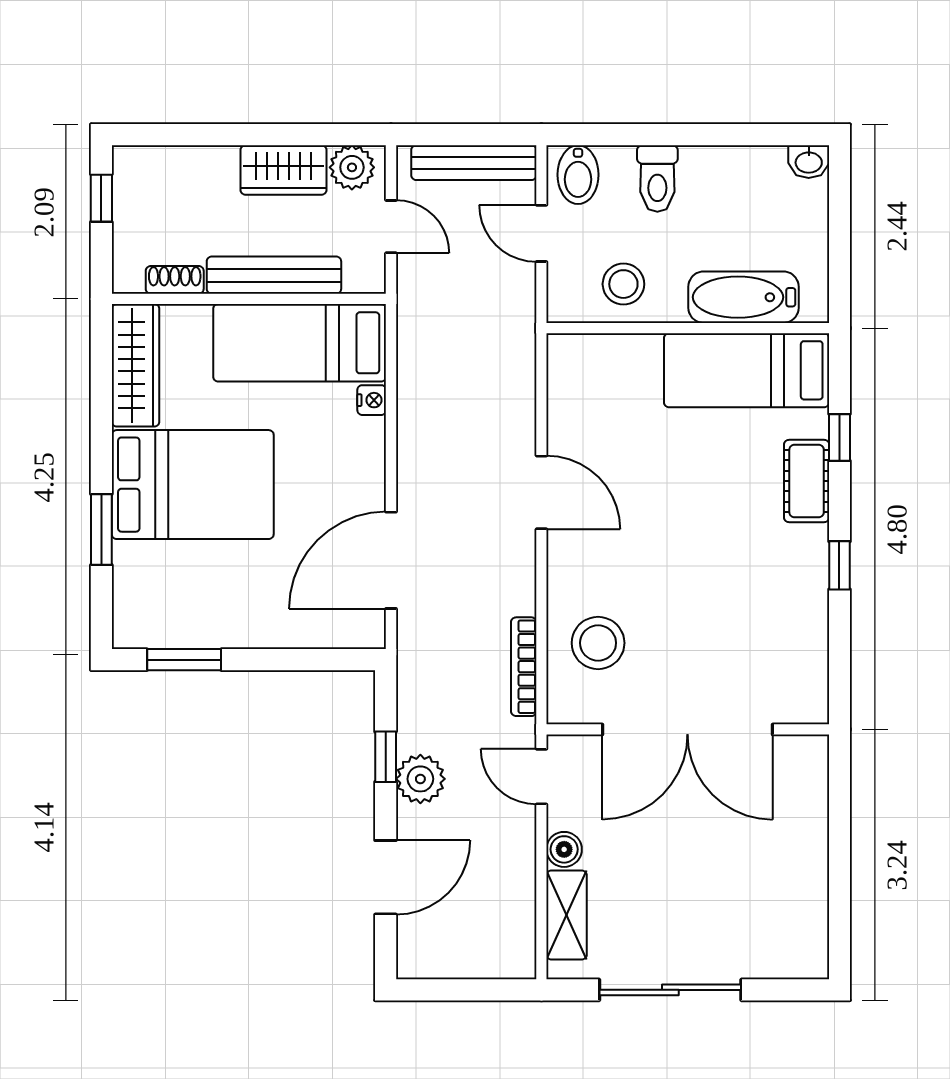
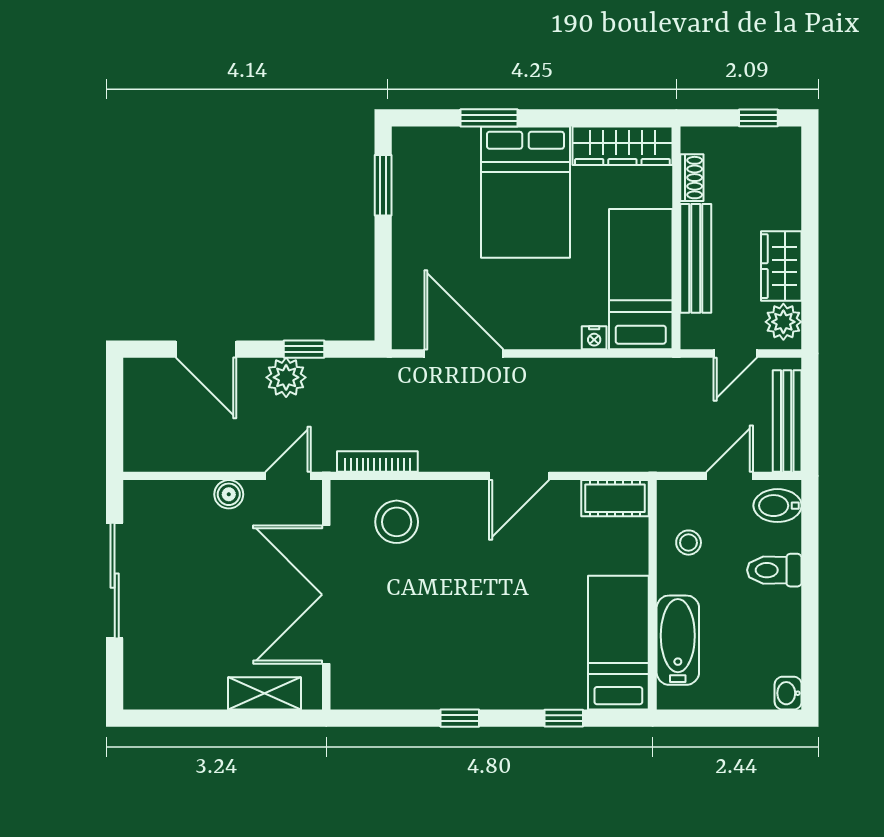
stool: (623, 284) -> (689, 543), width x0.73, depth x0.73
cot: (807, 481) -> (615, 498), moved
shelving: (567, 915) -> (265, 693), moved

